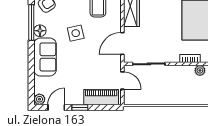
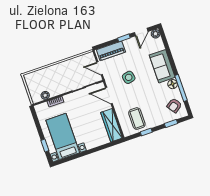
side table: (76, 33) -> (129, 77), moved
door: (122, 43) -> (109, 96), swing flipped

